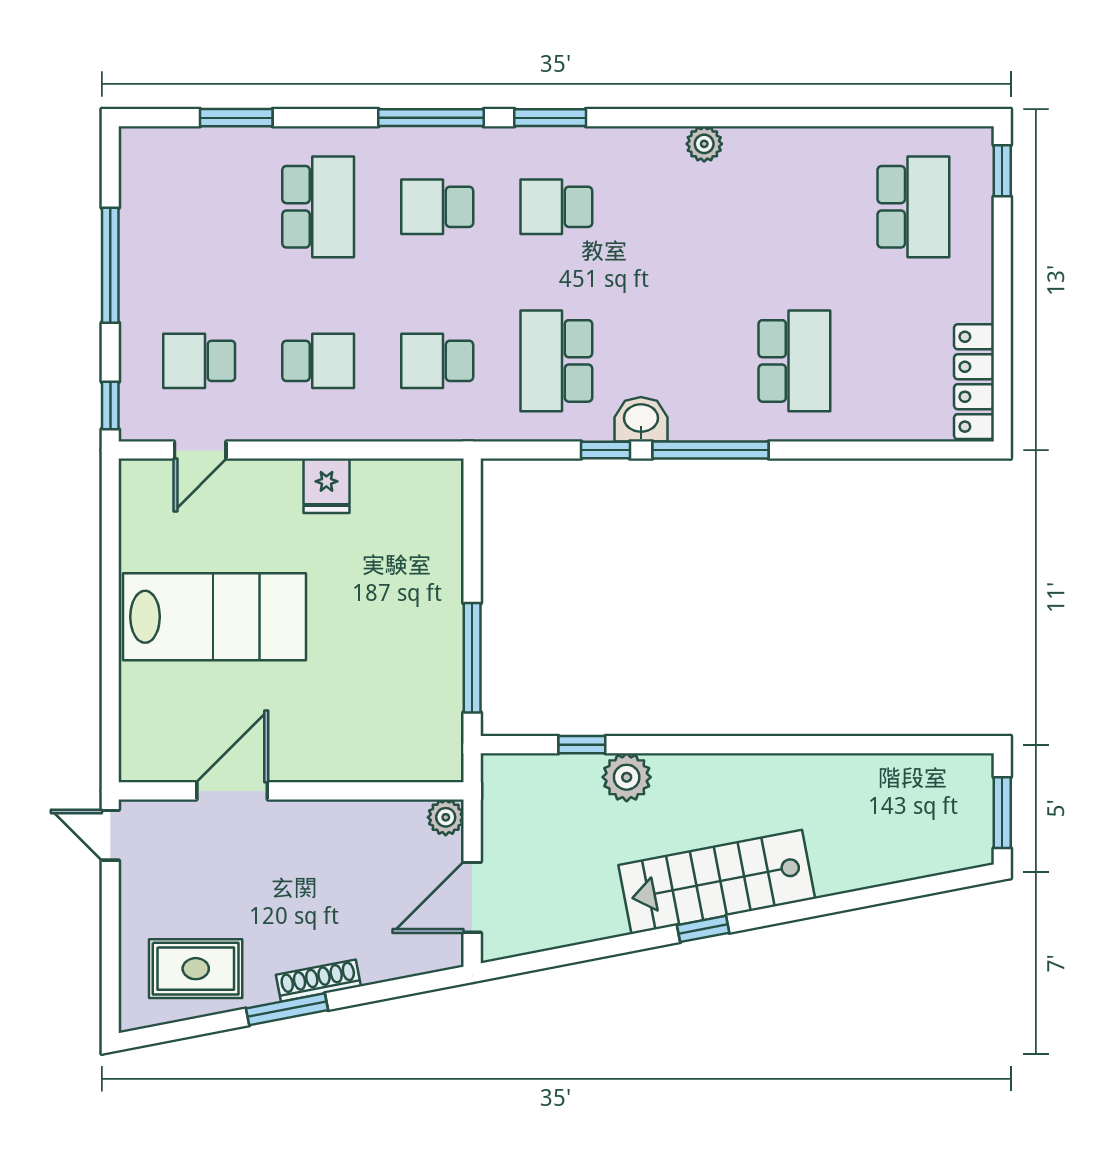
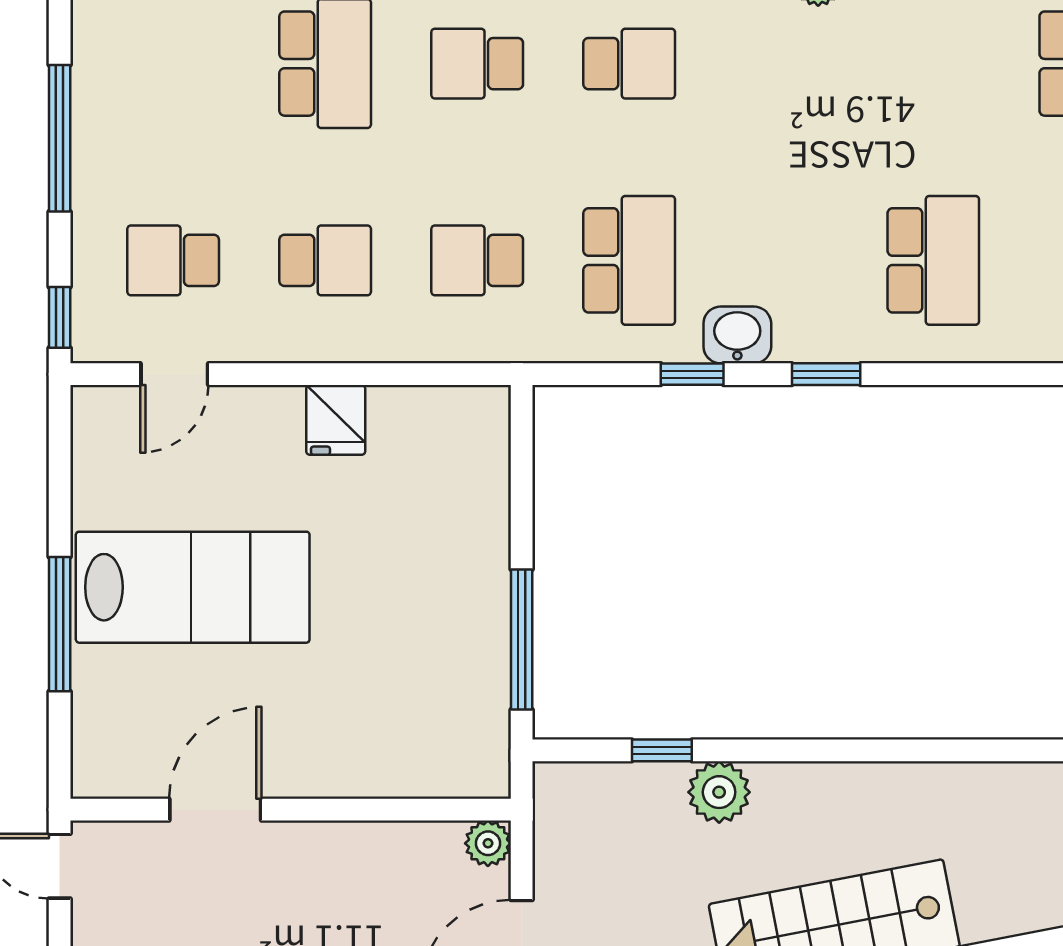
school desk: (556, 207) -> (629, 64), turned 180
school desk: (556, 361) -> (629, 260), turned 180
window: (711, 450) -> (826, 374), width x0.46
window: (110, 646) -> (60, 624), added

